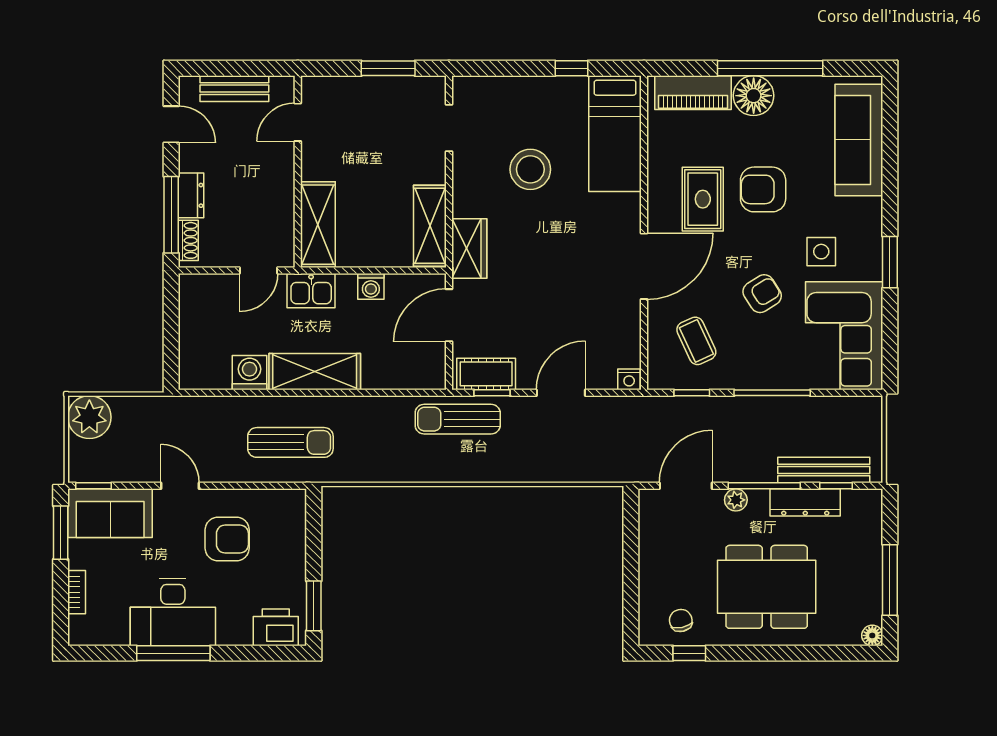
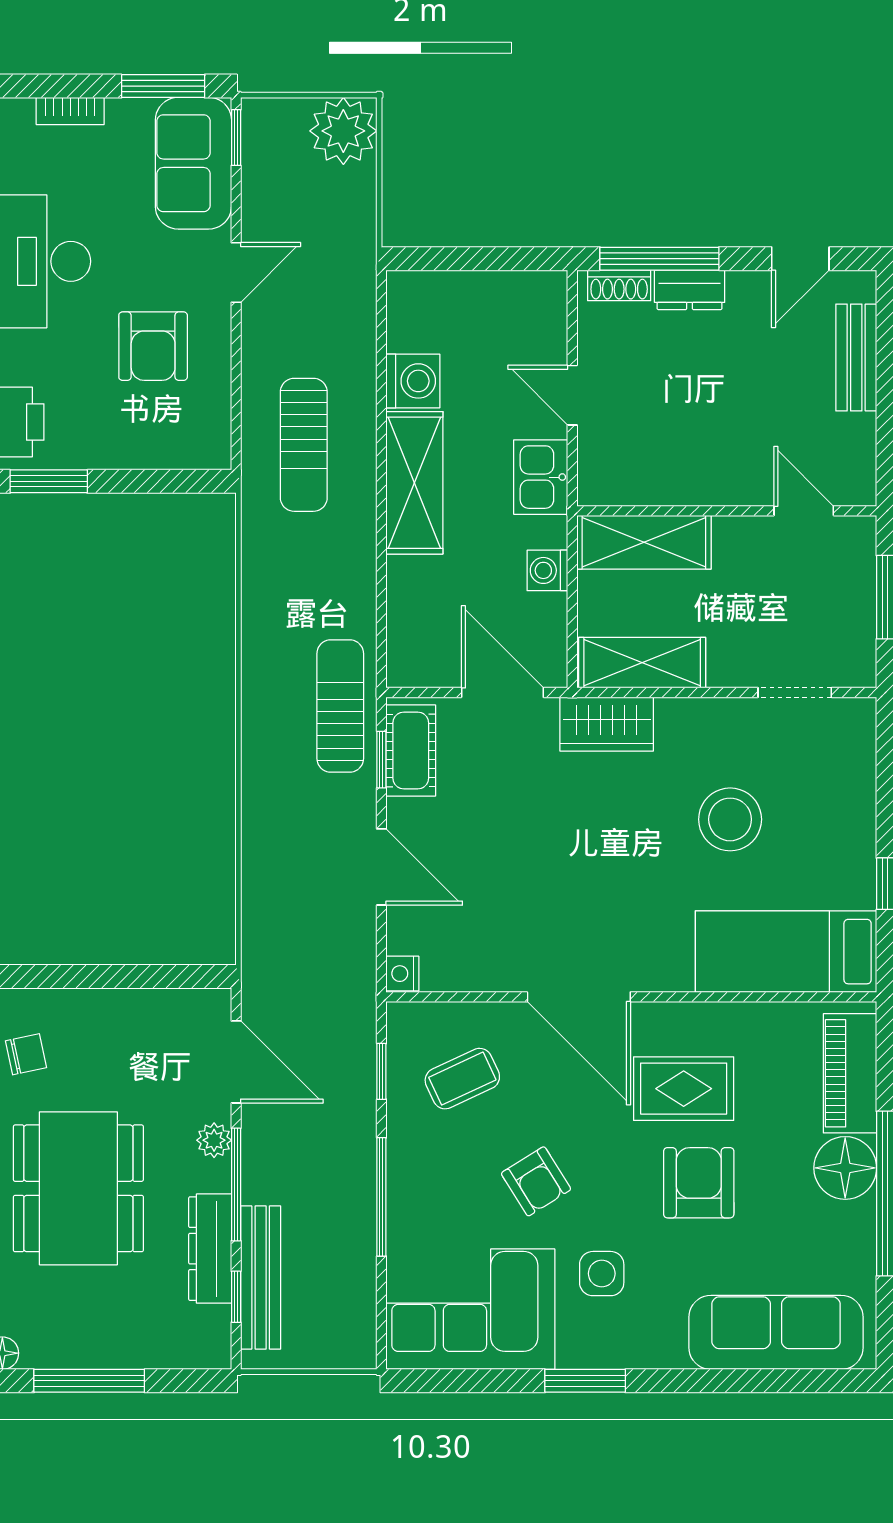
door: (298, 122) -> (804, 511), moved
wall: (298, 172) -> (727, 511), moved
shelving: (318, 225) -> (644, 542), moved

